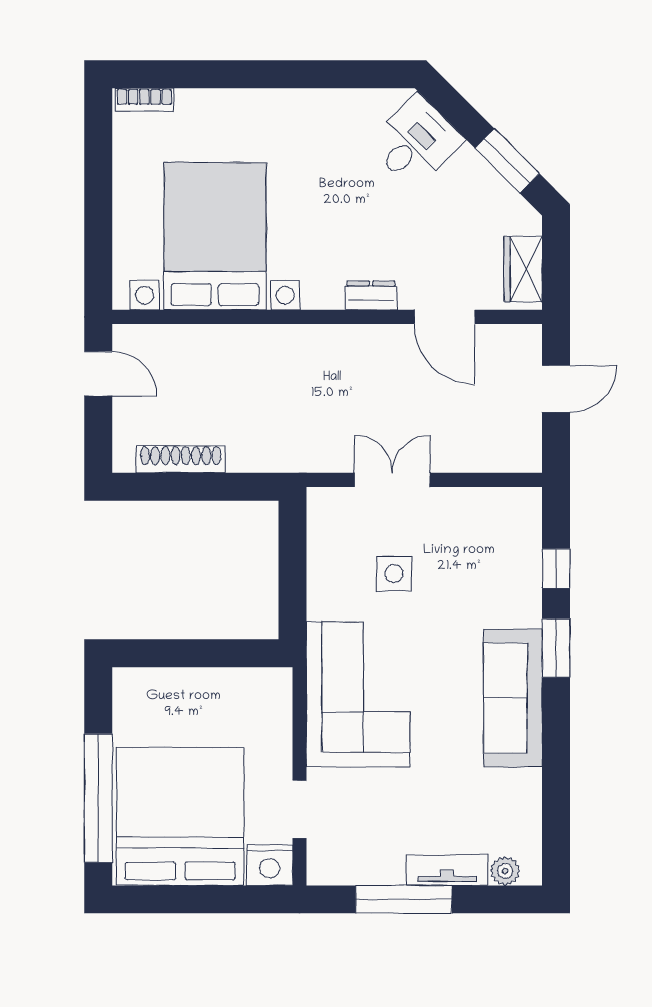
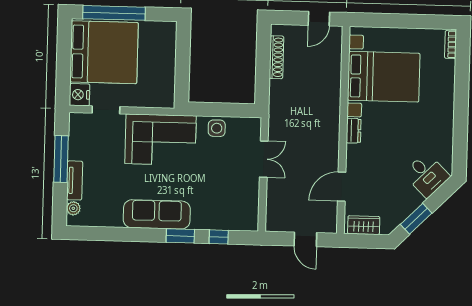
dresser: (371, 295) -> (354, 131), moved
side table: (394, 574) -> (217, 128), moved

